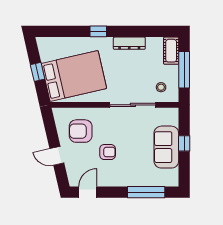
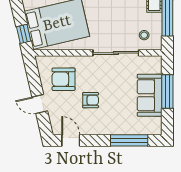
window: (38, 72) -> (24, 34), moved
window: (184, 143) -> (167, 92), width x2.17
door: (88, 192) -> (71, 140), hinge flipped

